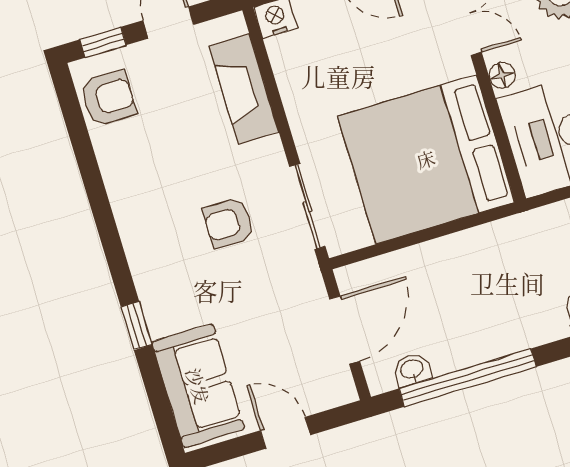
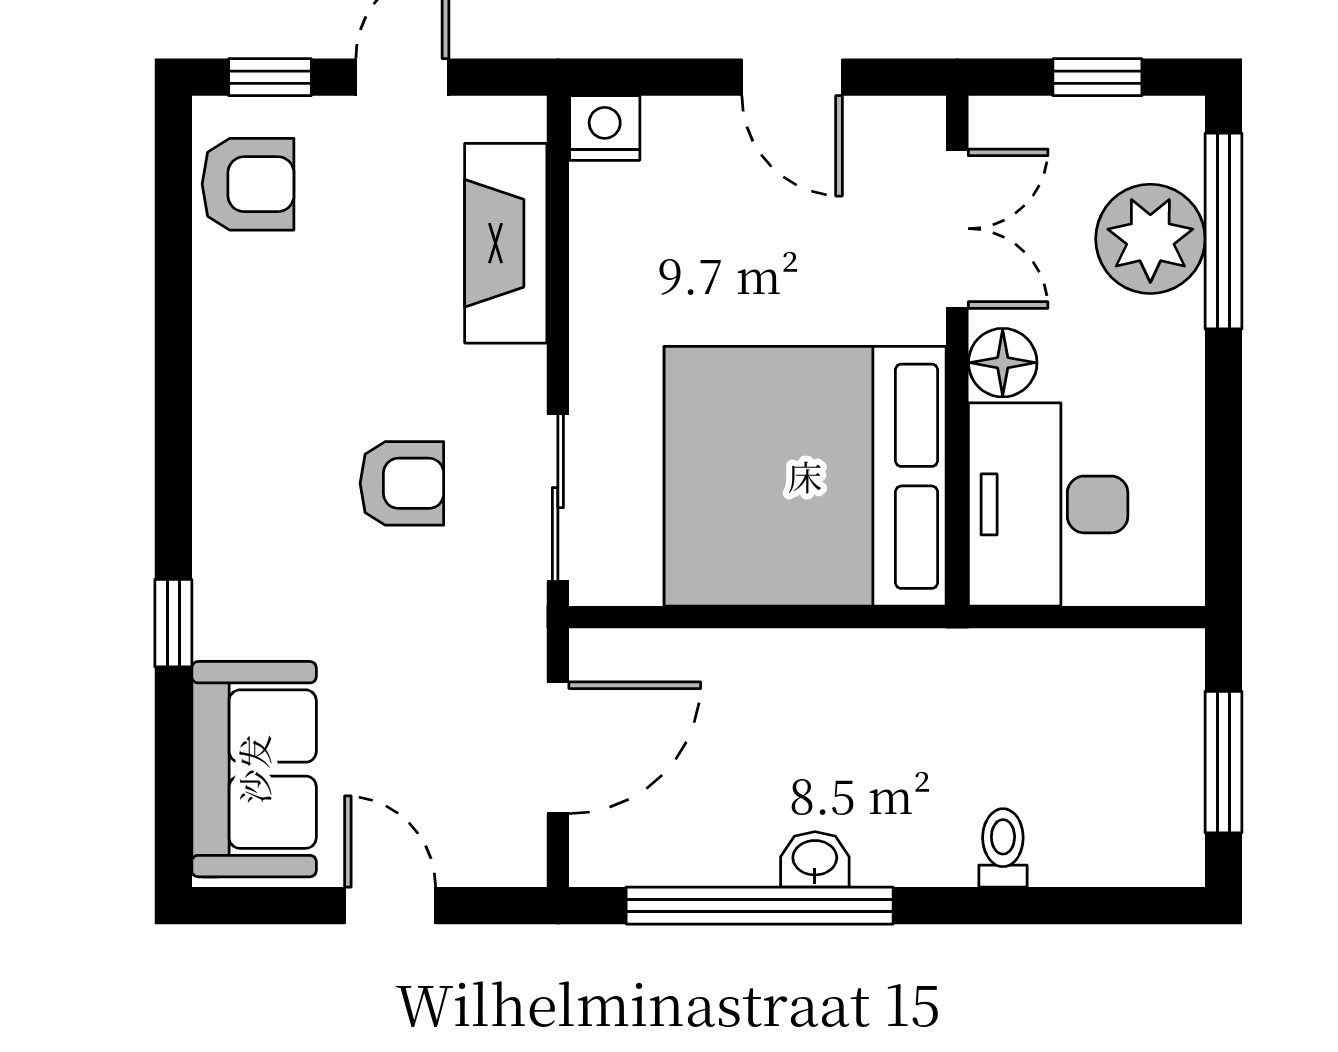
floor lamp: (502, 75) -> (1003, 363), width x1.37, depth x1.37
armchair: (228, 223) -> (402, 483), turned 180
washbasin: (412, 370) -> (815, 859), moved

